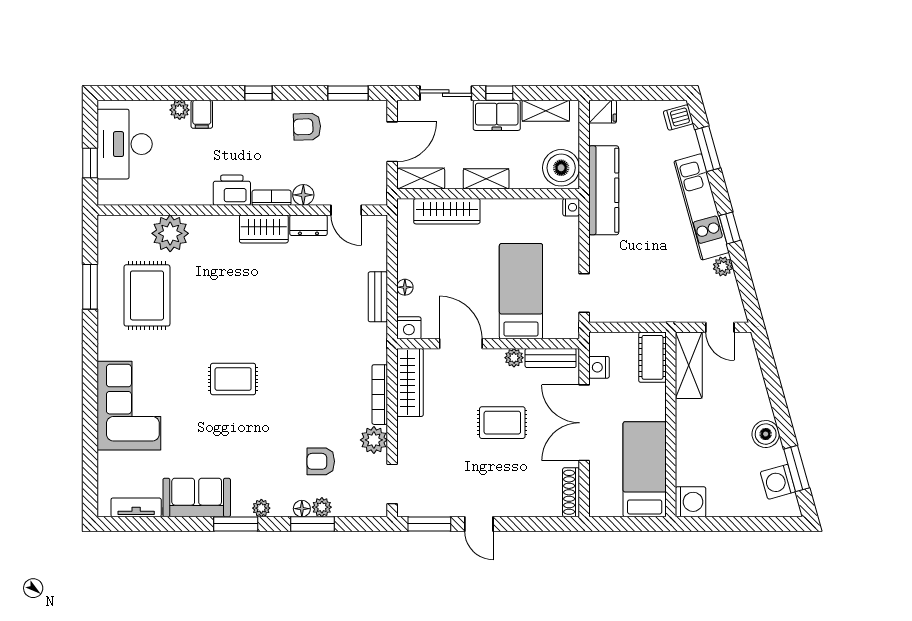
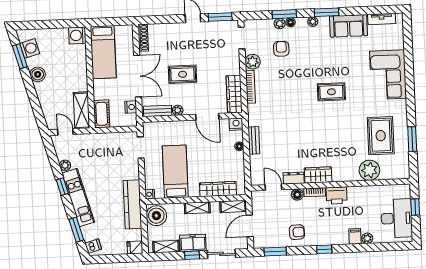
bed: (521, 291) -> (175, 172), moved, turned 180
armchair: (321, 461) -> (281, 49), turned -90

